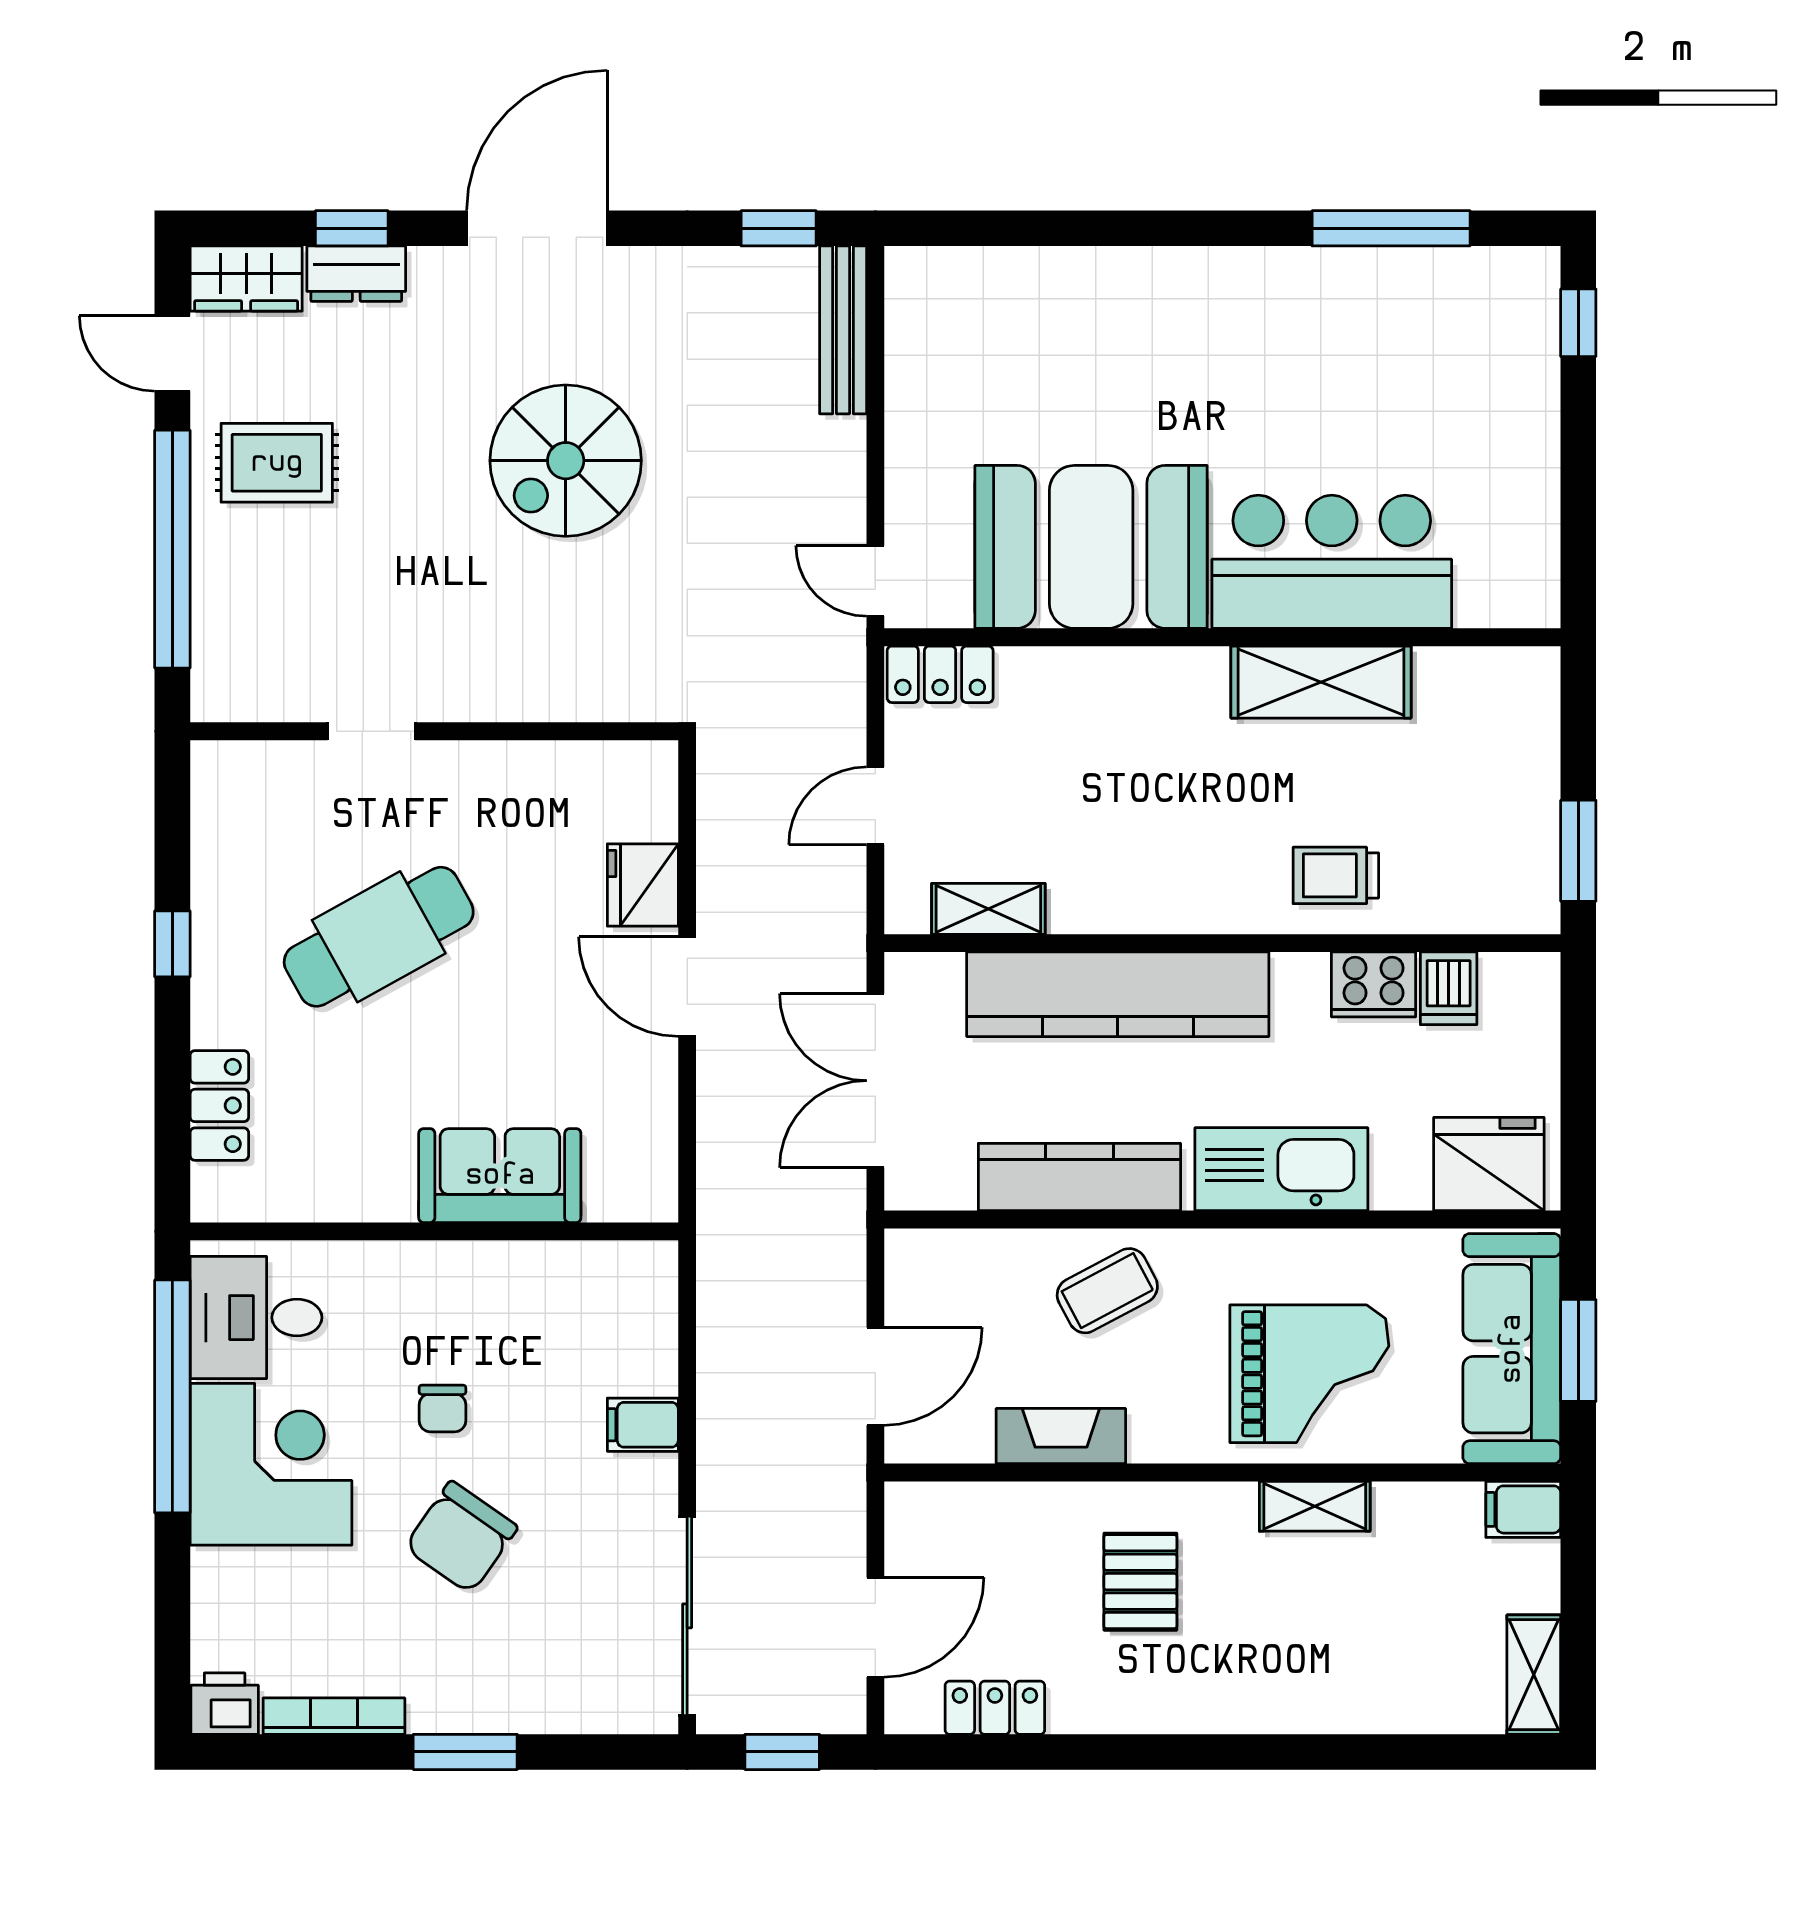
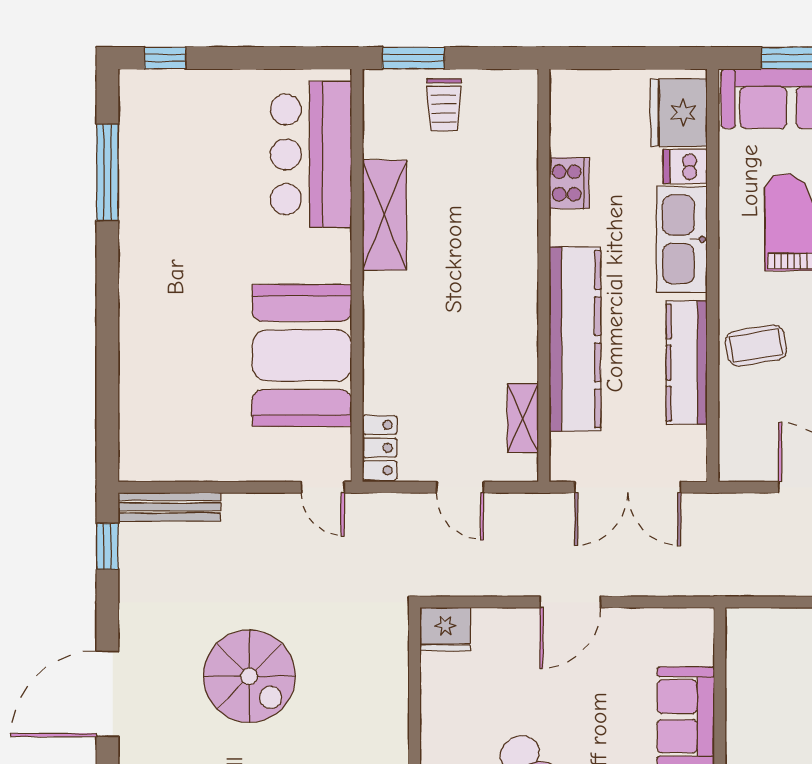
door: (537, 228) -> (107, 694), hinge flipped
bar counter: (1332, 562) -> (311, 154), moved
door: (875, 581) -> (323, 487), hinge flipped
window: (1578, 851) -> (413, 58), moved
trolley: (1336, 875) -> (444, 105), moved
fridge: (643, 885) -> (445, 629), moved
dishwasher: (1449, 988) -> (685, 166), moved, turned 180
coffee table: (1107, 1291) -> (756, 346), turned -71

